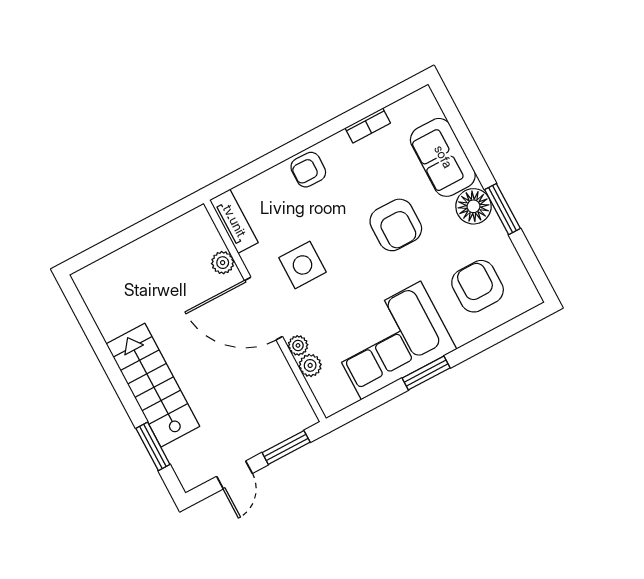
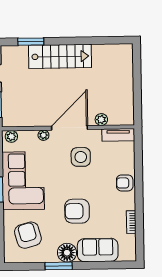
armchair: (308, 170) -> (125, 183), turned -91
armchair: (478, 286) -> (28, 235), turned -105
plant: (310, 365) -> (11, 136), moved

